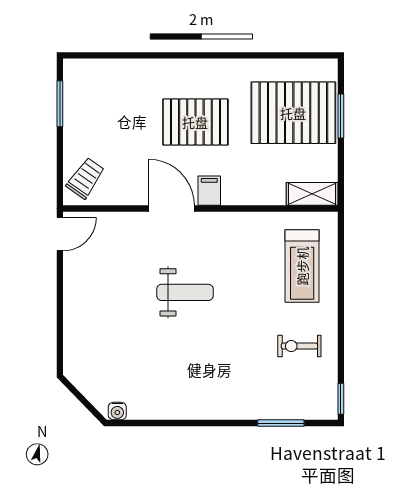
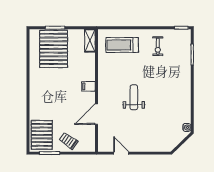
pallet: (195, 122) -> (42, 135), moved
trolley: (86, 178) -> (68, 141), moved
door: (171, 209) -> (96, 114), moved
door: (60, 234) -> (121, 153), moved
treadmill: (302, 266) -> (122, 45), turned 180

